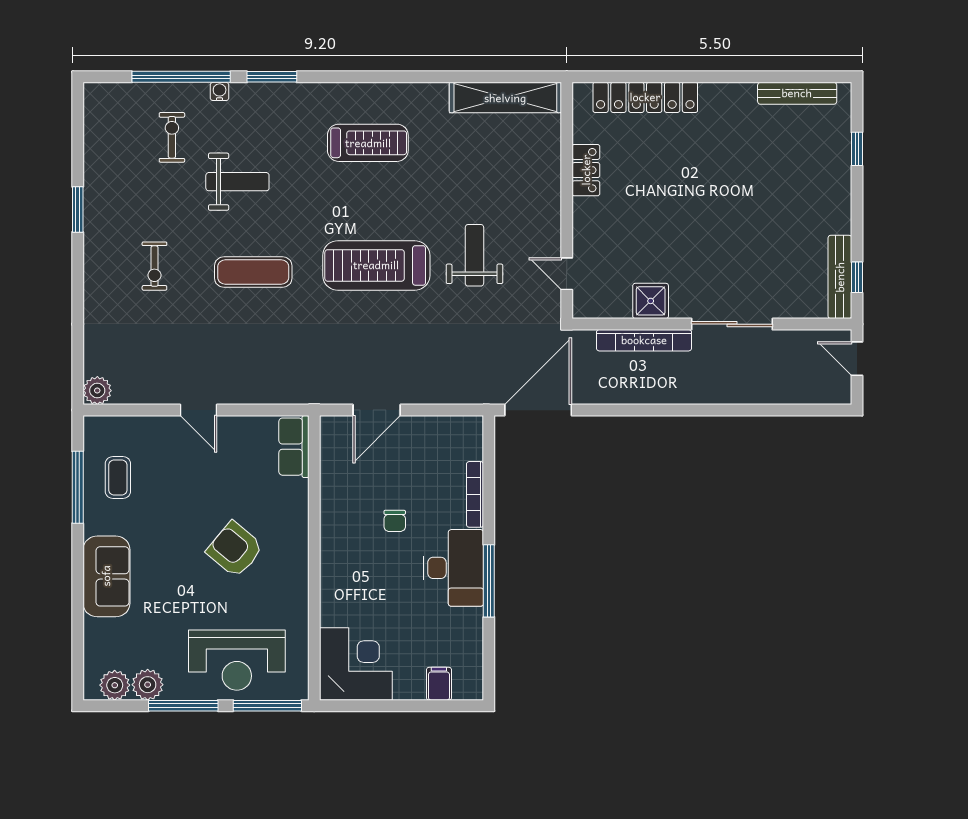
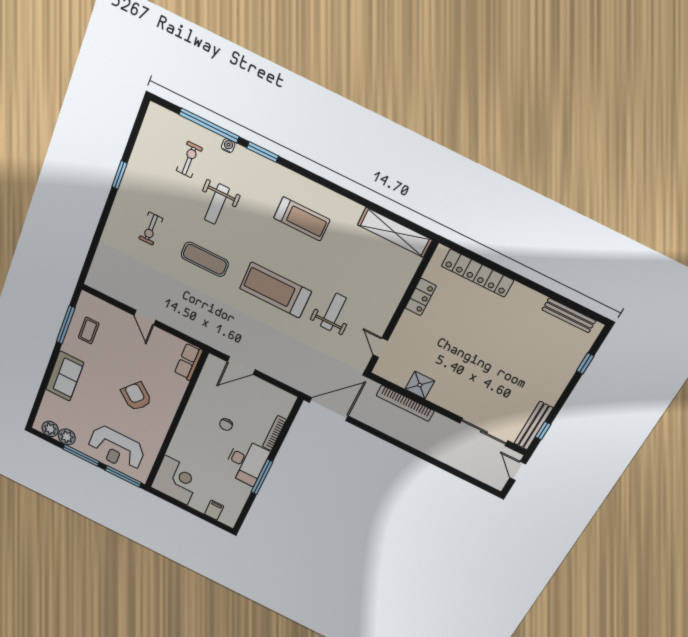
weight bench: (237, 182) -> (217, 204), turned 90
sliding door: (732, 324) -> (484, 432), moved
plant: (97, 391) -> (94, 280), removed

